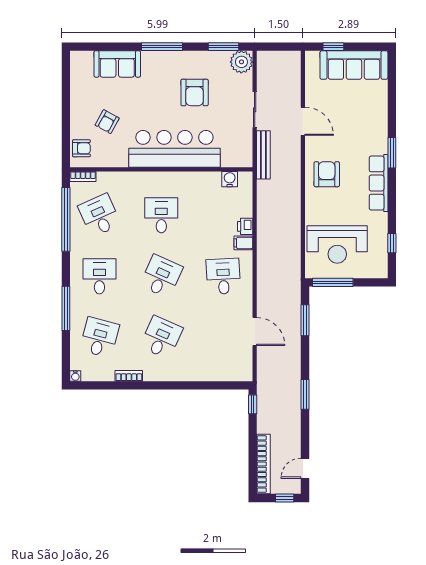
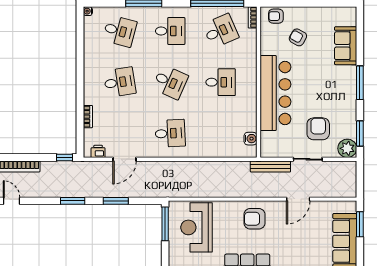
window: (333, 47) -> (360, 224), width x1.50
armchair: (195, 92) -> (318, 129), moved, turned 90
armchair: (81, 148) -> (276, 16), turned 90
armchair: (327, 174) -> (254, 219), turned 180
printer: (245, 226) -> (98, 151), moved
filing cabinet: (243, 243) -> (198, 150), removed
window: (305, 320) -> (116, 201), moved
desk: (161, 337) -> (120, 82), turned -33
bookcase: (129, 376) -> (88, 117), moved

